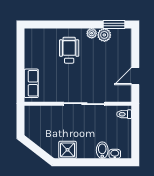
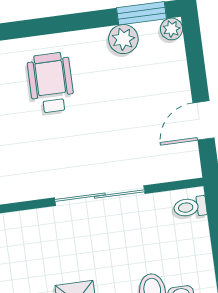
plant: (92, 33) -> (172, 29), moved

